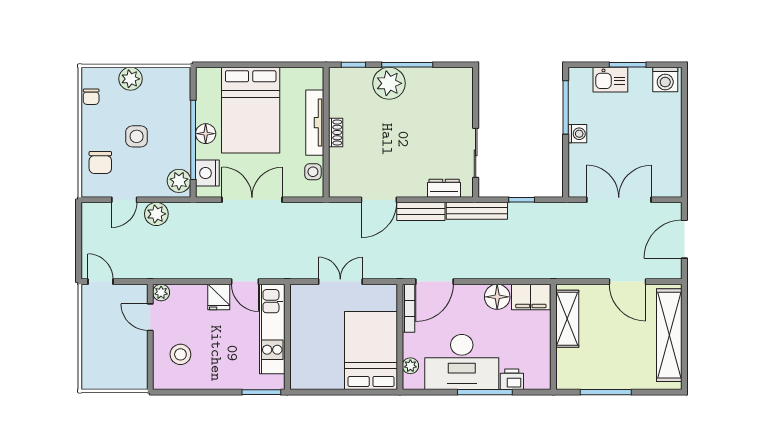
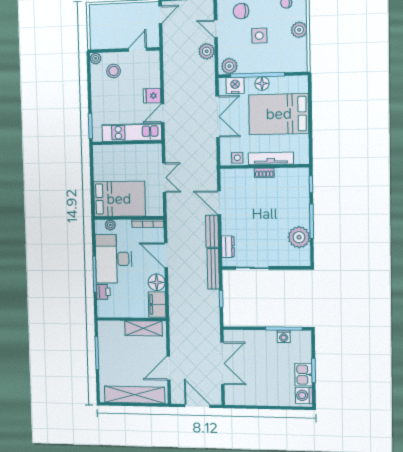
kitchen sink: (610, 80) -> (303, 375), moved
plant: (389, 83) -> (299, 237), moved
washing machine: (577, 134) -> (284, 336), moved
door: (434, 282) -> (166, 255), moved
plant: (161, 293) -> (96, 58), moved

